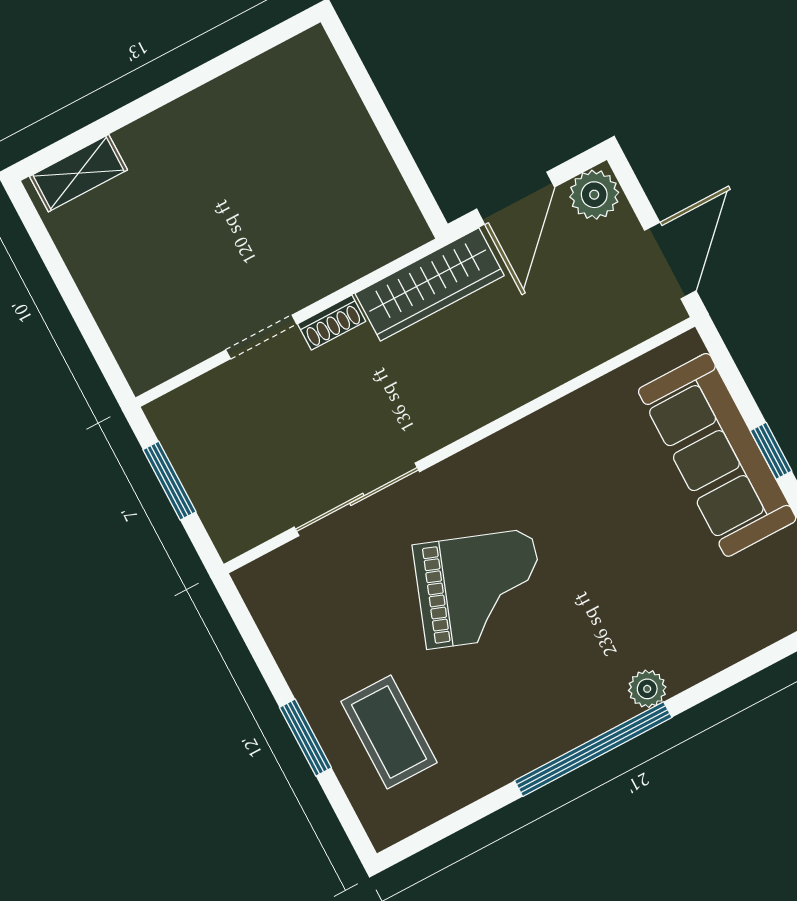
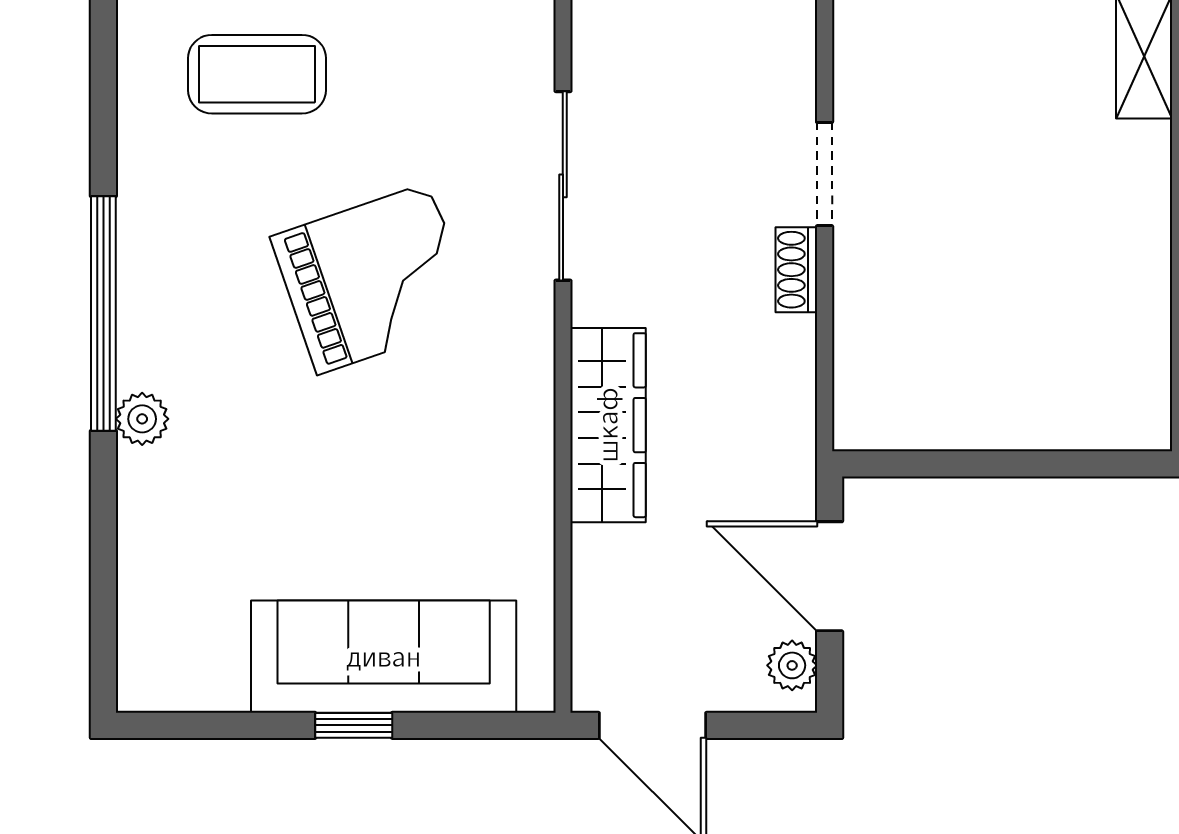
plant: (594, 195) -> (792, 665), width x0.73, depth x0.73
wardrobe: (430, 284) -> (608, 425), moved, turned 180
grand piano: (480, 589) -> (373, 279), turned -129

